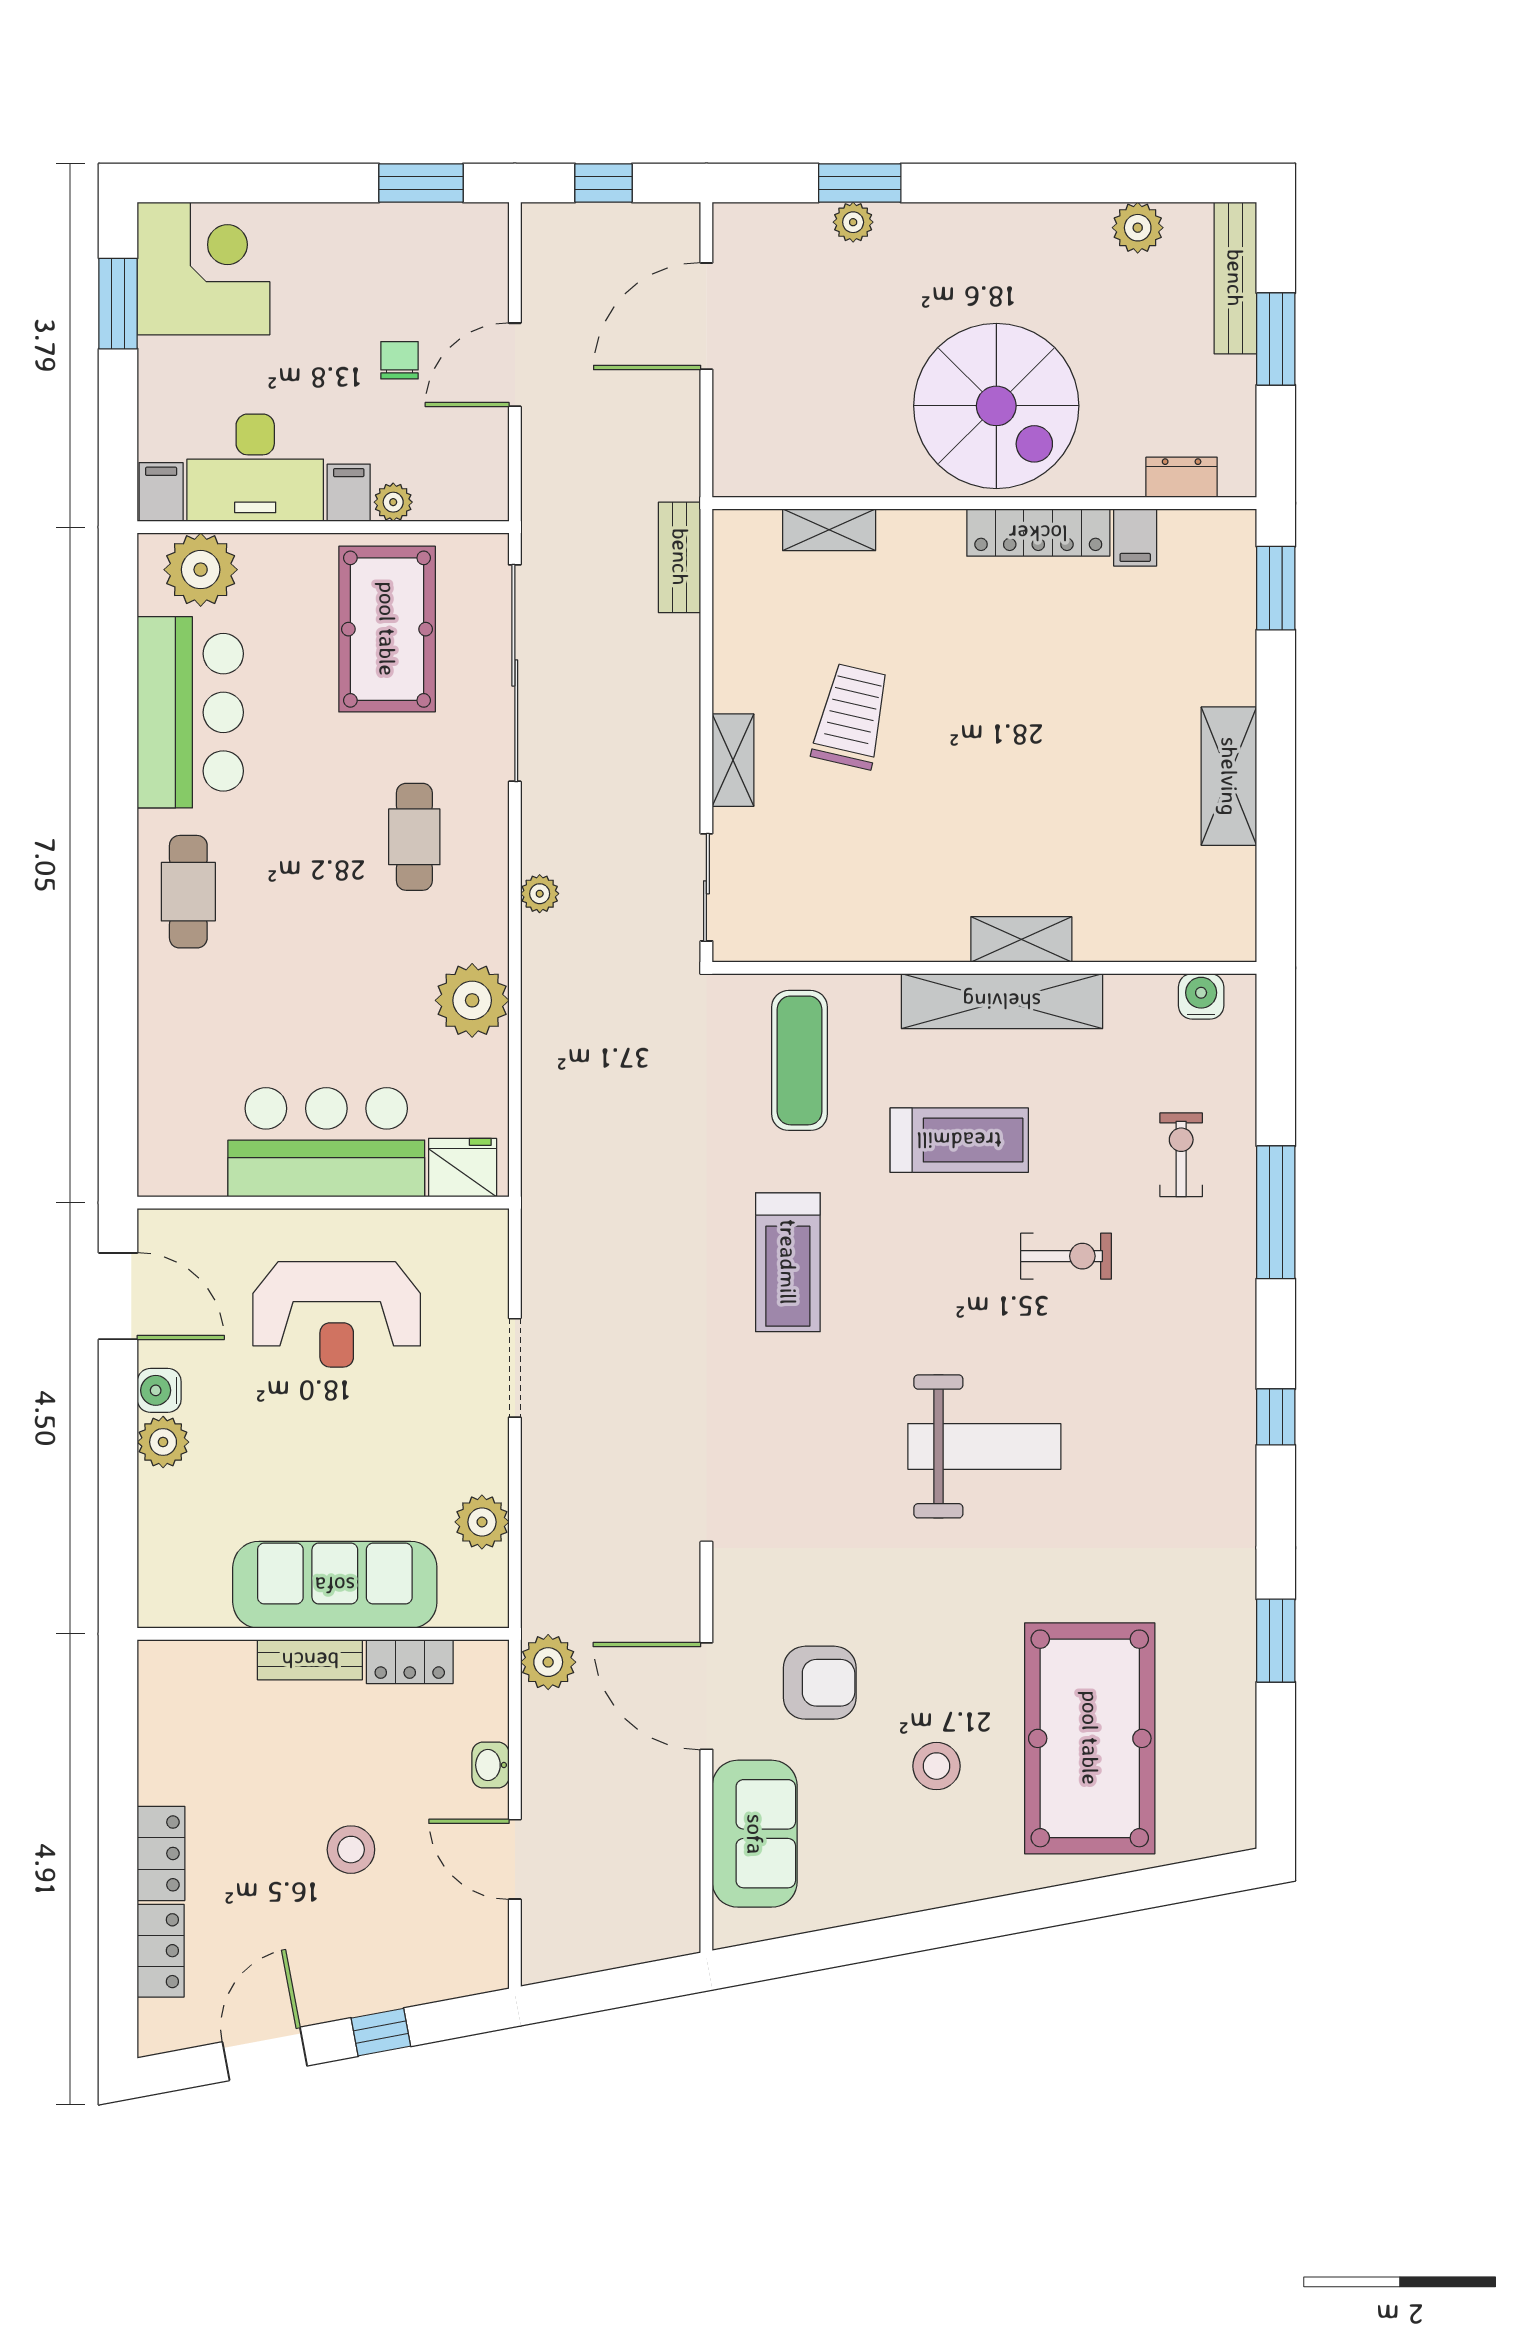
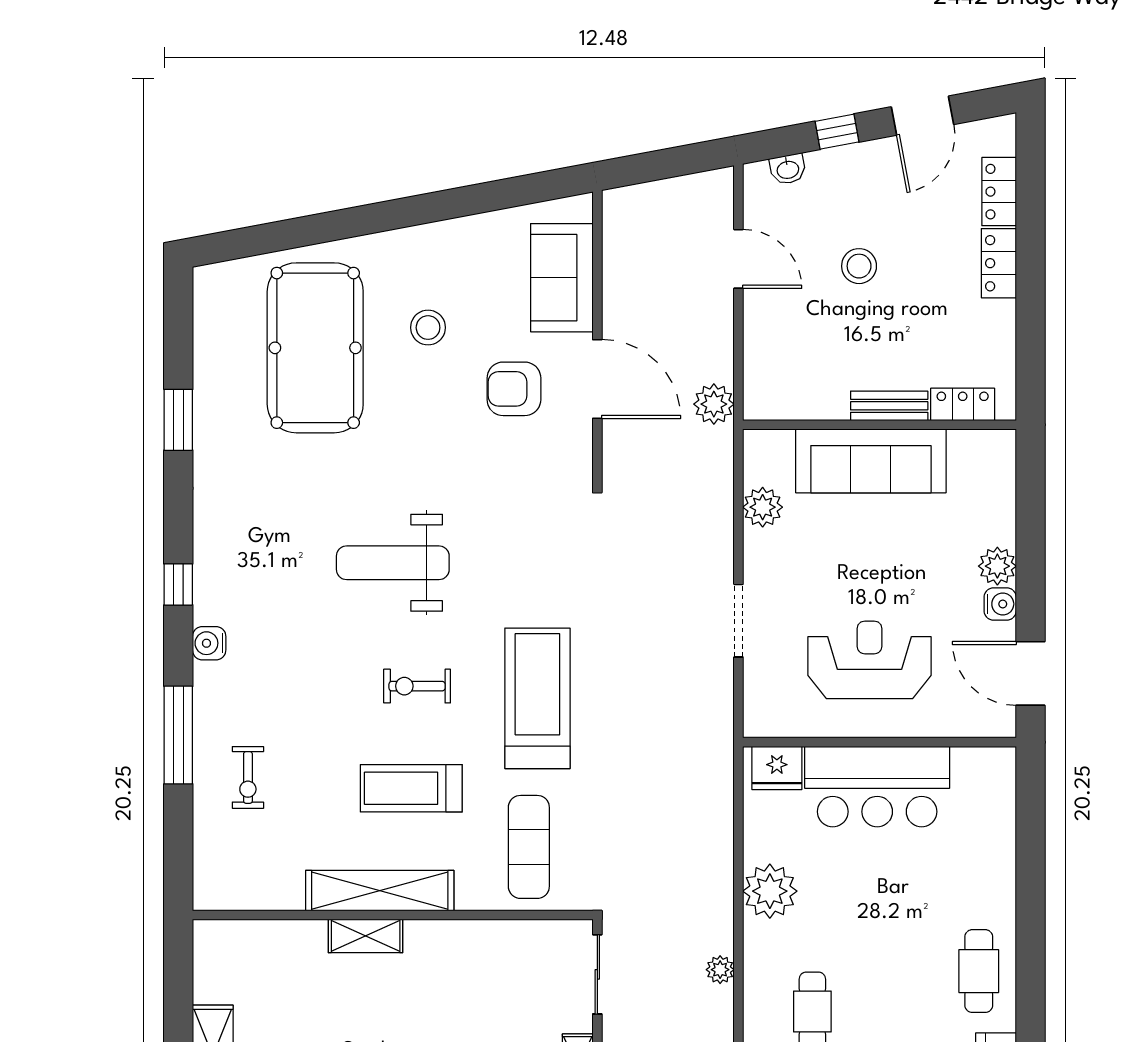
water cooler: (1201, 996) -> (209, 643), moved, turned 90
exercise bike: (1066, 1256) -> (417, 686), moved
treadmill: (788, 1262) -> (537, 698), width x1.37, depth x1.38
locker: (410, 1662) -> (963, 404), moved
washbasin: (491, 1765) -> (788, 169), moved, turned 79

